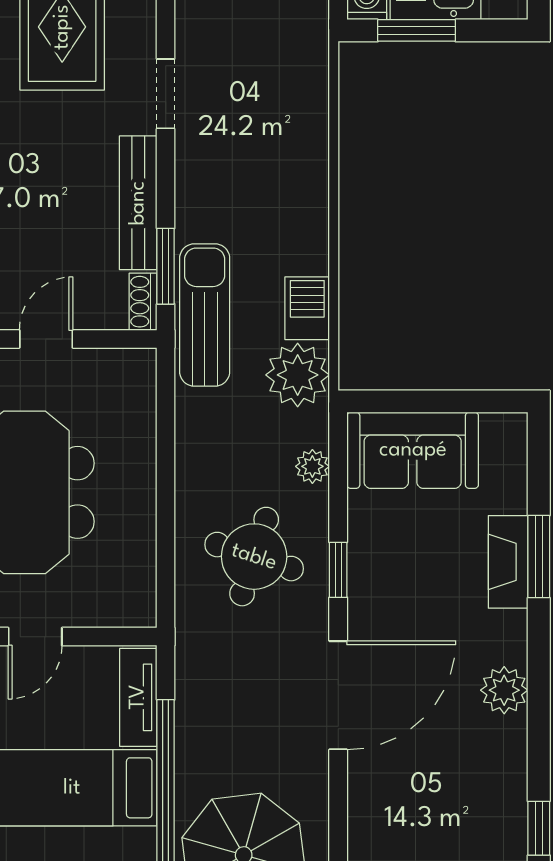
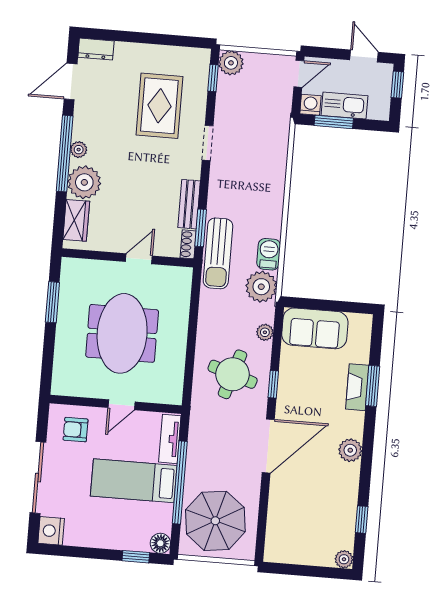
bench: (138, 203) -> (189, 204), width x0.73
sun lounger: (205, 315) -> (218, 253), turned 180

